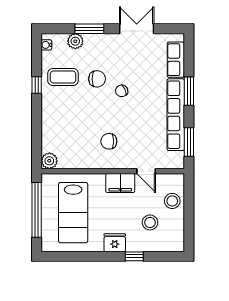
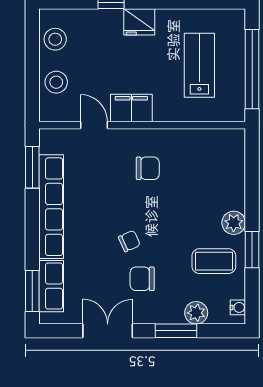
double door: (137, 29) -> (108, 331), swing flipped
chair: (97, 79) -> (142, 279), moved
window: (37, 85) -> (252, 250), width x1.50
window: (189, 91) -> (32, 291), moved
plant: (49, 161) -> (234, 223), moved
lab bench: (73, 213) -> (199, 65), width x0.73, depth x0.72
stool: (150, 222) -> (55, 39), moved

